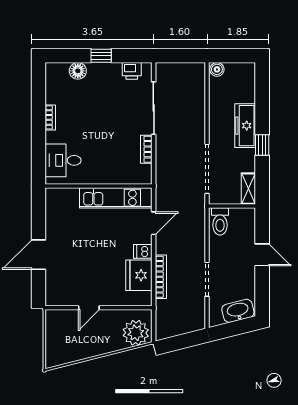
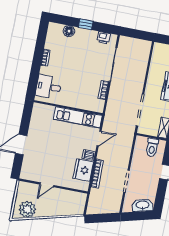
boiler: (217, 69) -> (159, 47), removed
toilet: (220, 221) -> (152, 147), moved
plant: (136, 333) -> (27, 209), moved

